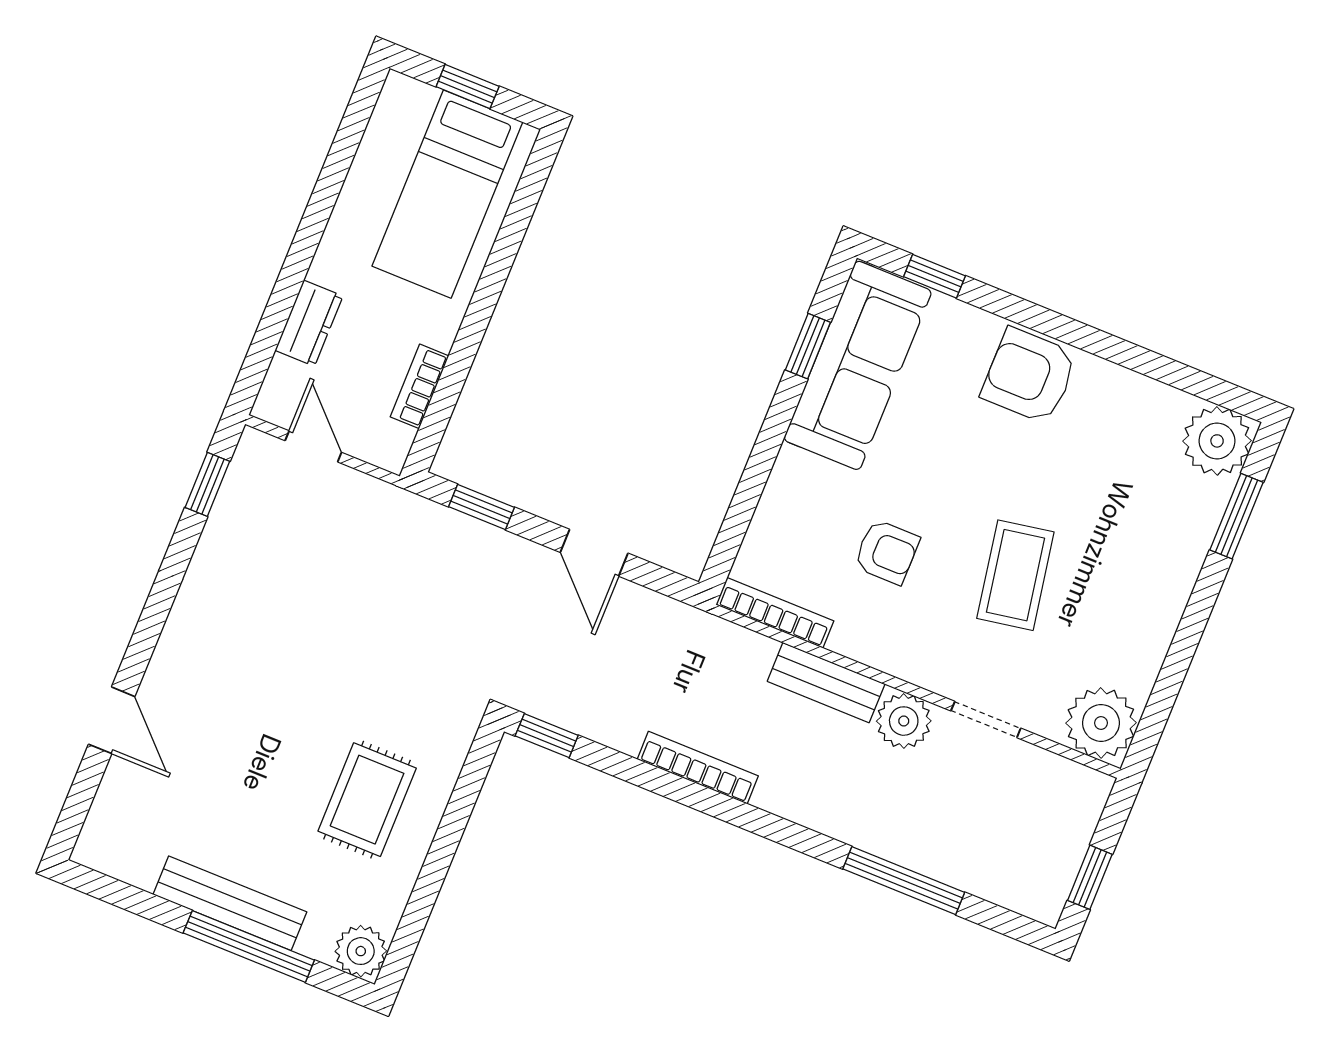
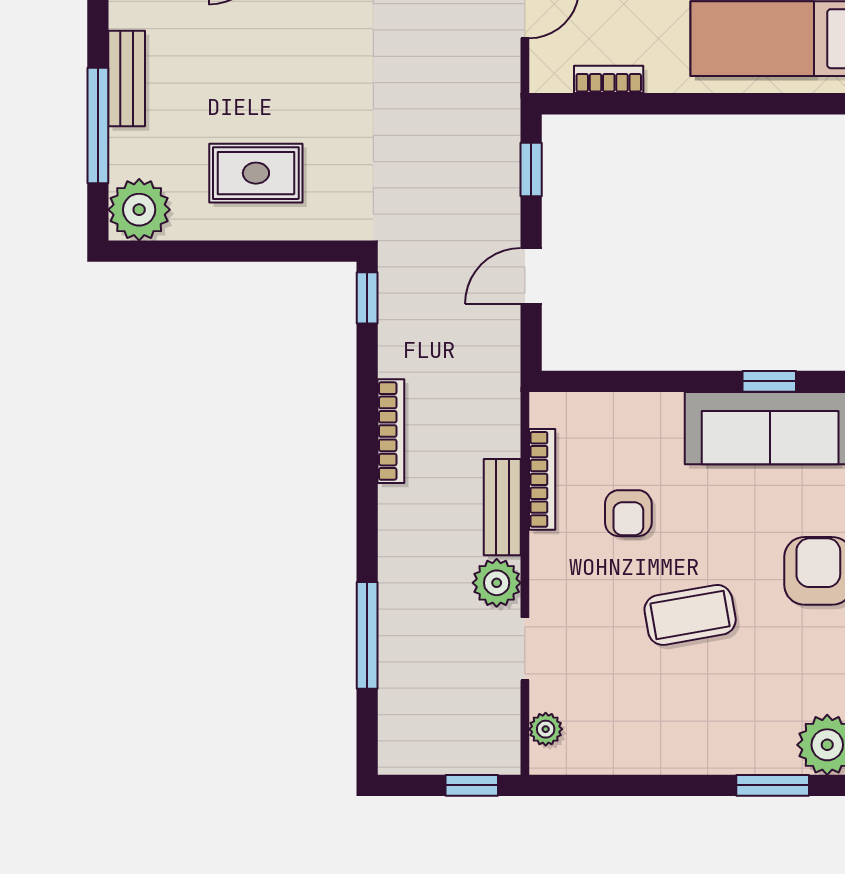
coffee table: (1015, 575) -> (690, 615), moved
bookcase: (775, 613) -> (542, 479), moved
plant: (1101, 723) -> (546, 729), width x0.53, depth x0.53
window: (1090, 877) -> (472, 785), moved
bench: (230, 903) -> (127, 79), width x0.73
plant: (361, 951) -> (139, 210), width x1.36, depth x1.36

